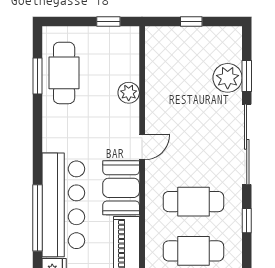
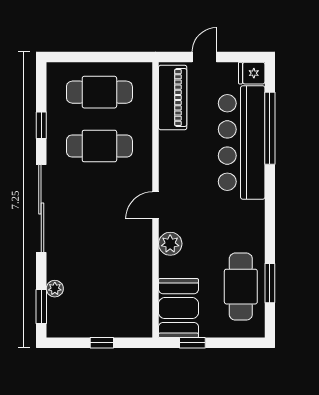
window: (247, 76) -> (41, 307), moved
plant: (228, 78) -> (55, 289), width x0.53, depth x0.53
plant: (129, 93) -> (170, 244), moved
booth: (121, 188) -> (178, 308), moved

